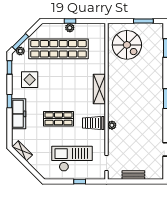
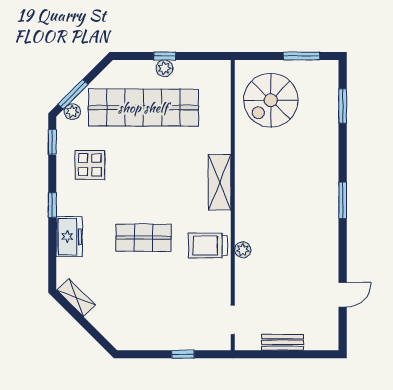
spiral stairs: (127, 45) -> (271, 100), turned 90
freezer: (19, 114) -> (69, 237), width x0.71
checkout: (72, 159) -> (169, 312), removed

